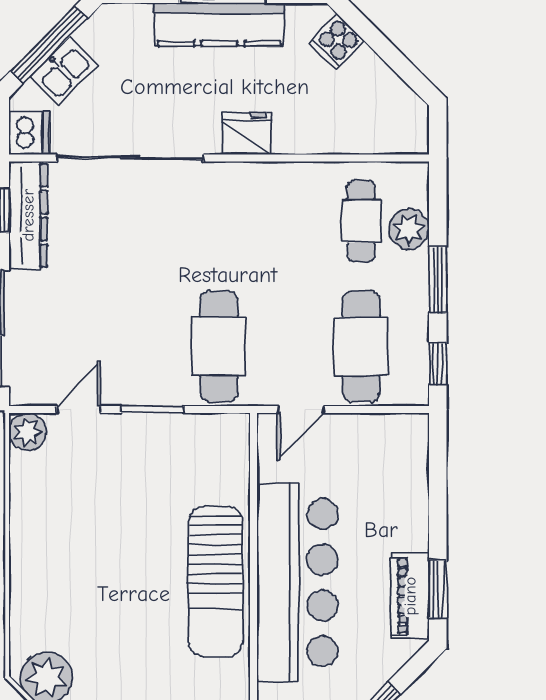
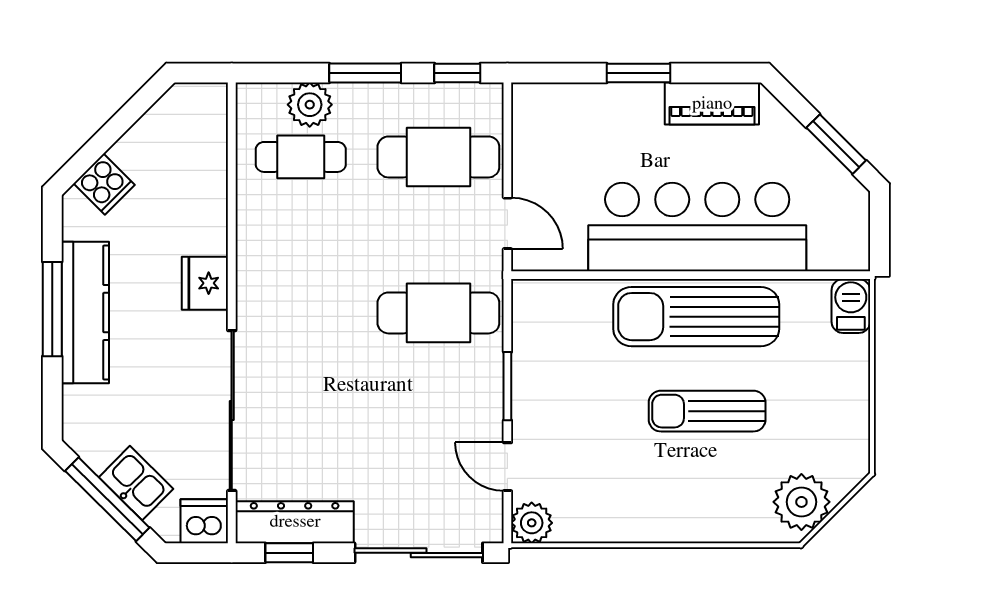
sun lounger: (216, 582) -> (696, 317), turned 180
window: (438, 589) -> (638, 73), moved
sun lounger: (129, 592) -> (707, 411), added

